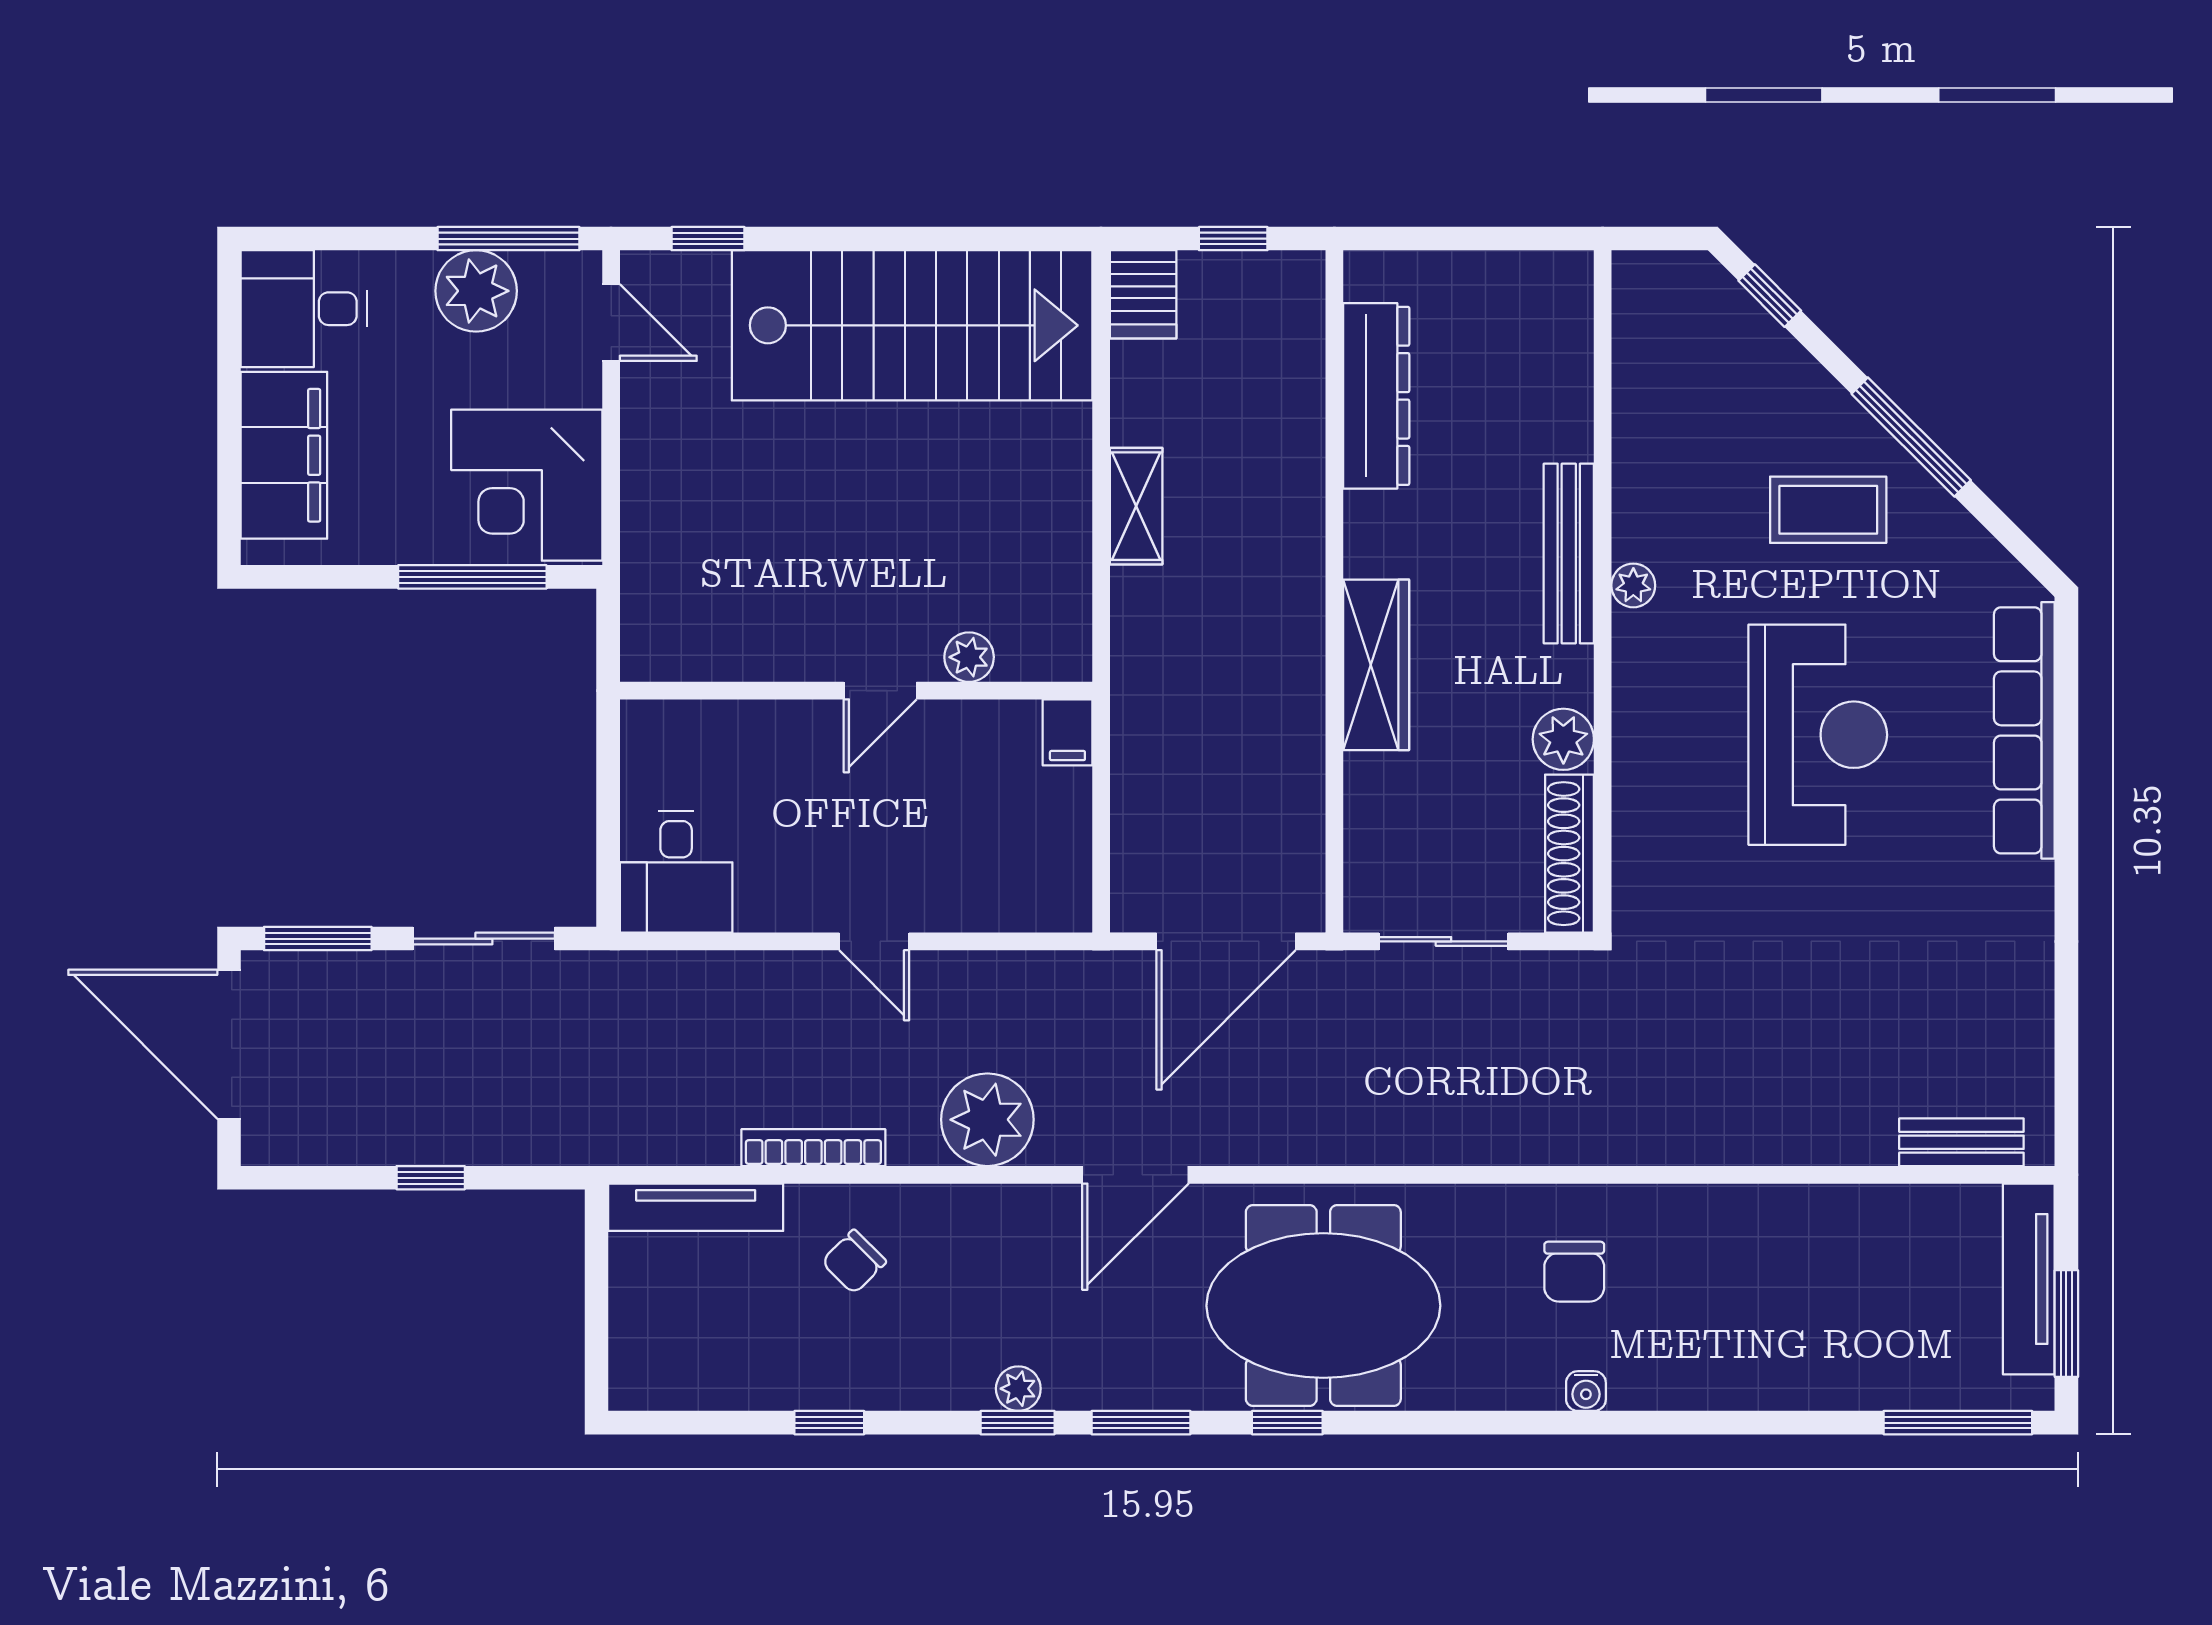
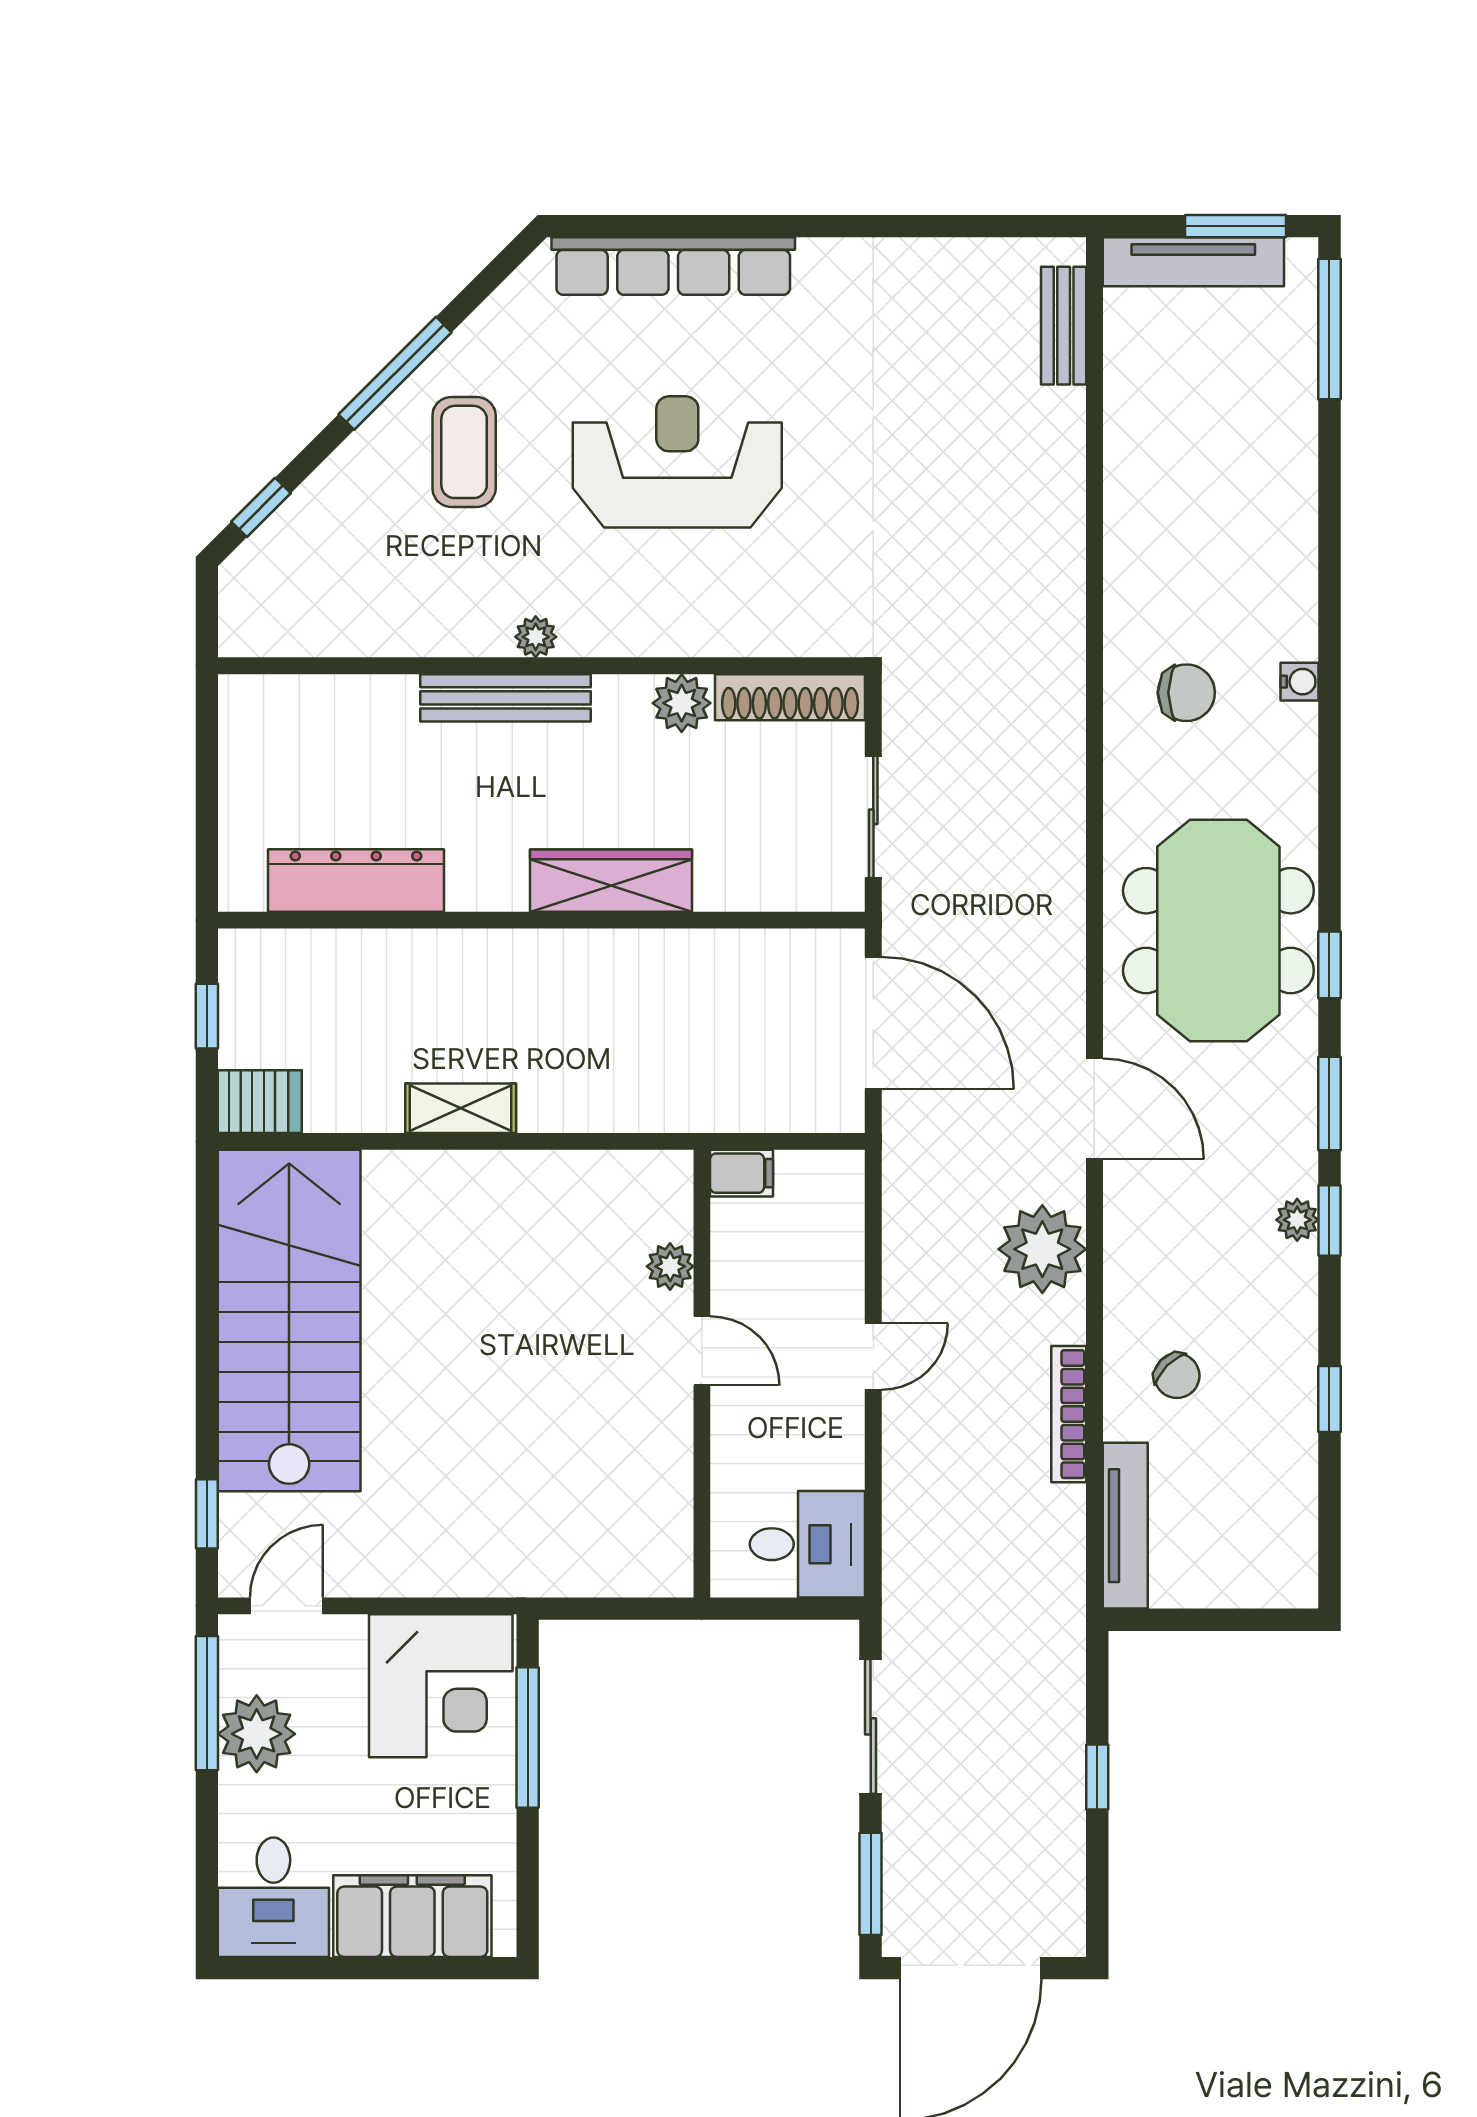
plant: (969, 657) -> (670, 1266), moved
wall: (856, 691) -> (702, 1374), moved
door: (880, 691) -> (702, 1351), moved
filing cabinet: (1067, 732) -> (741, 1173), moved

